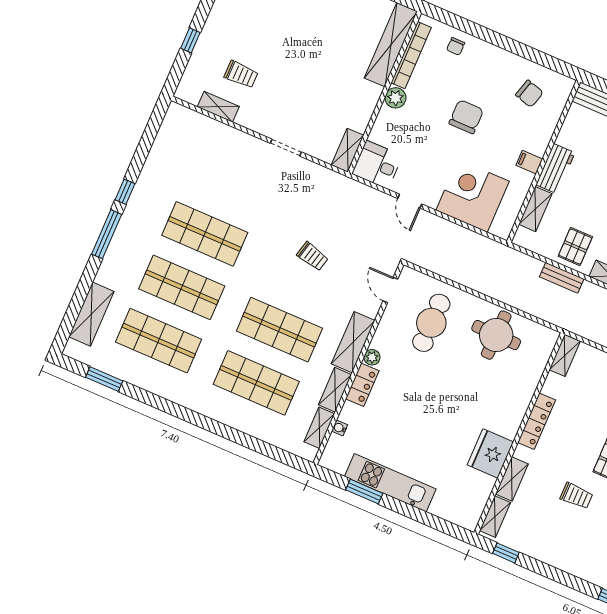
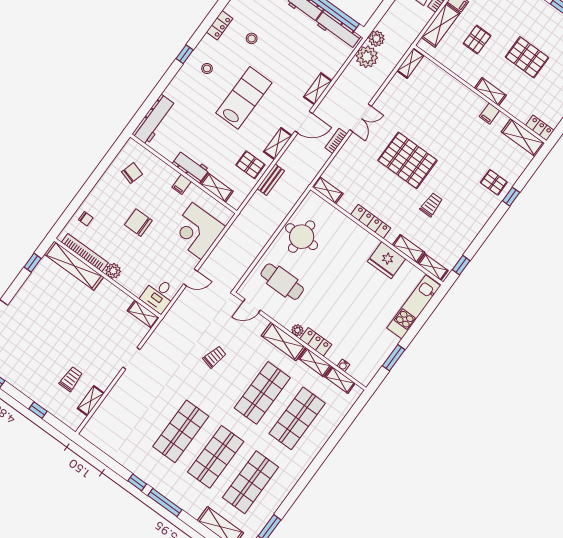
kitchen unit: (390, 483) -> (414, 307), moved

